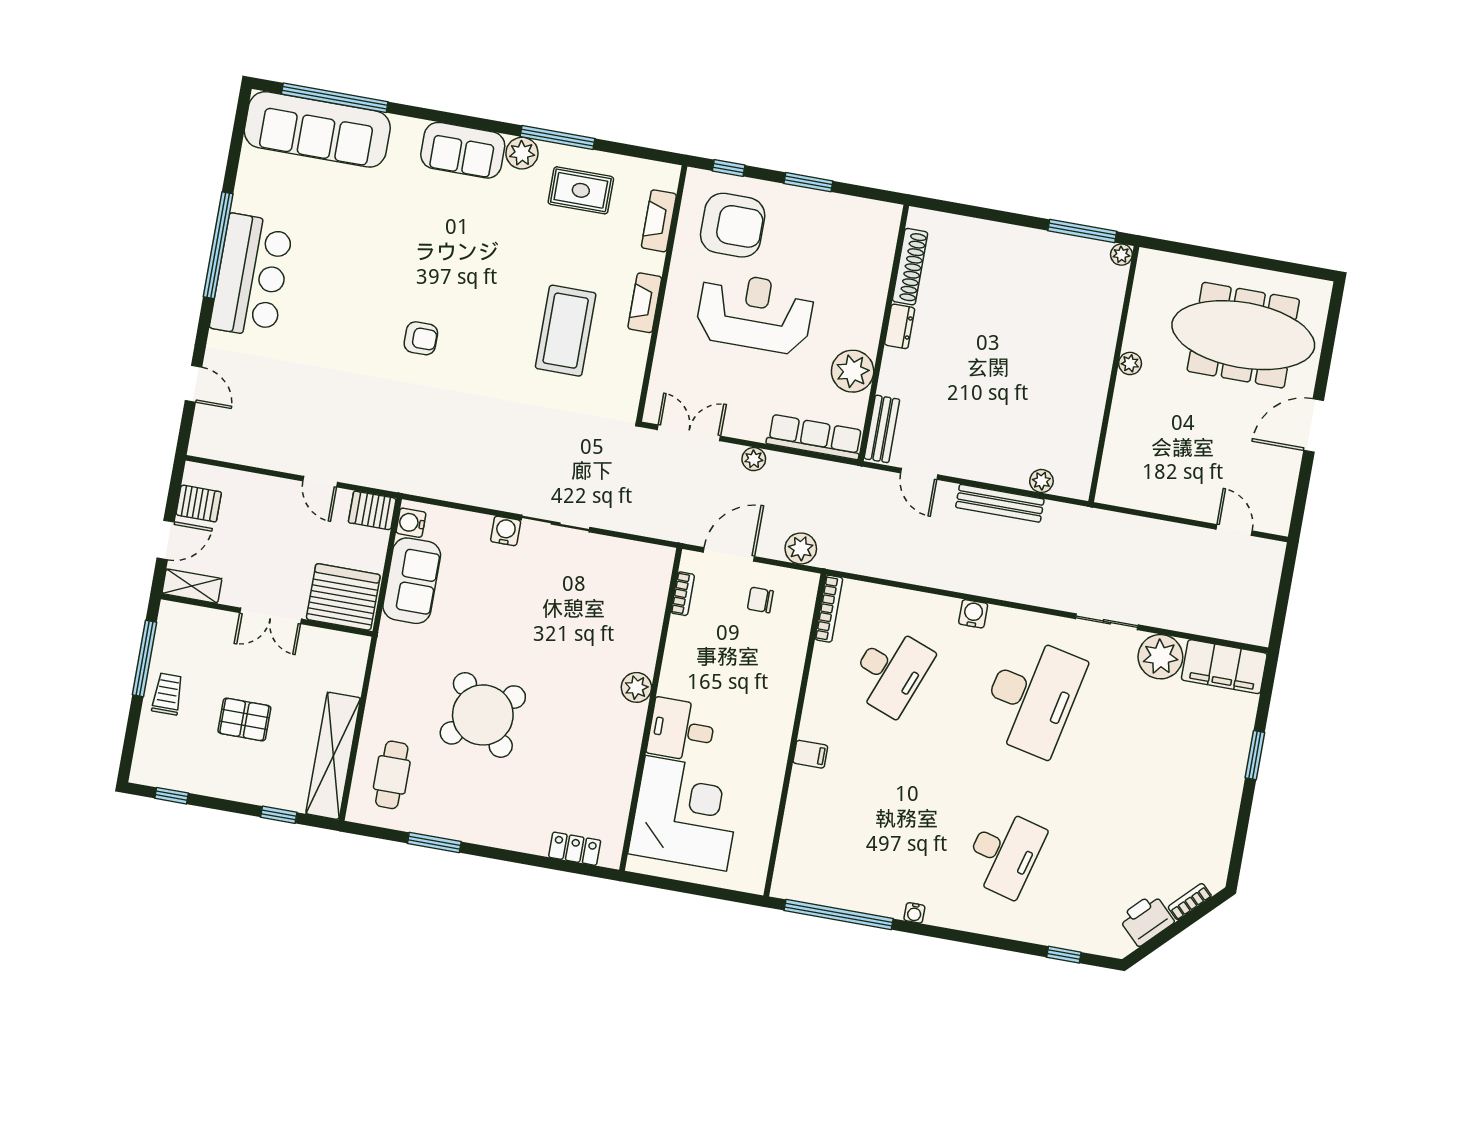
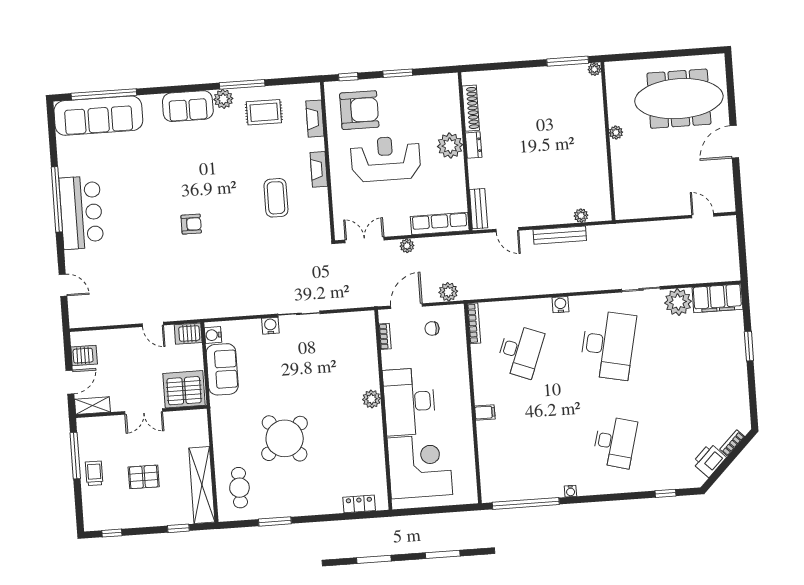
coffee table: (566, 331) -> (276, 198), width x0.73, depth x0.76
plant: (853, 371) -> (450, 146), moved
desk: (681, 730) -> (409, 402), width x1.87, depth x1.30

